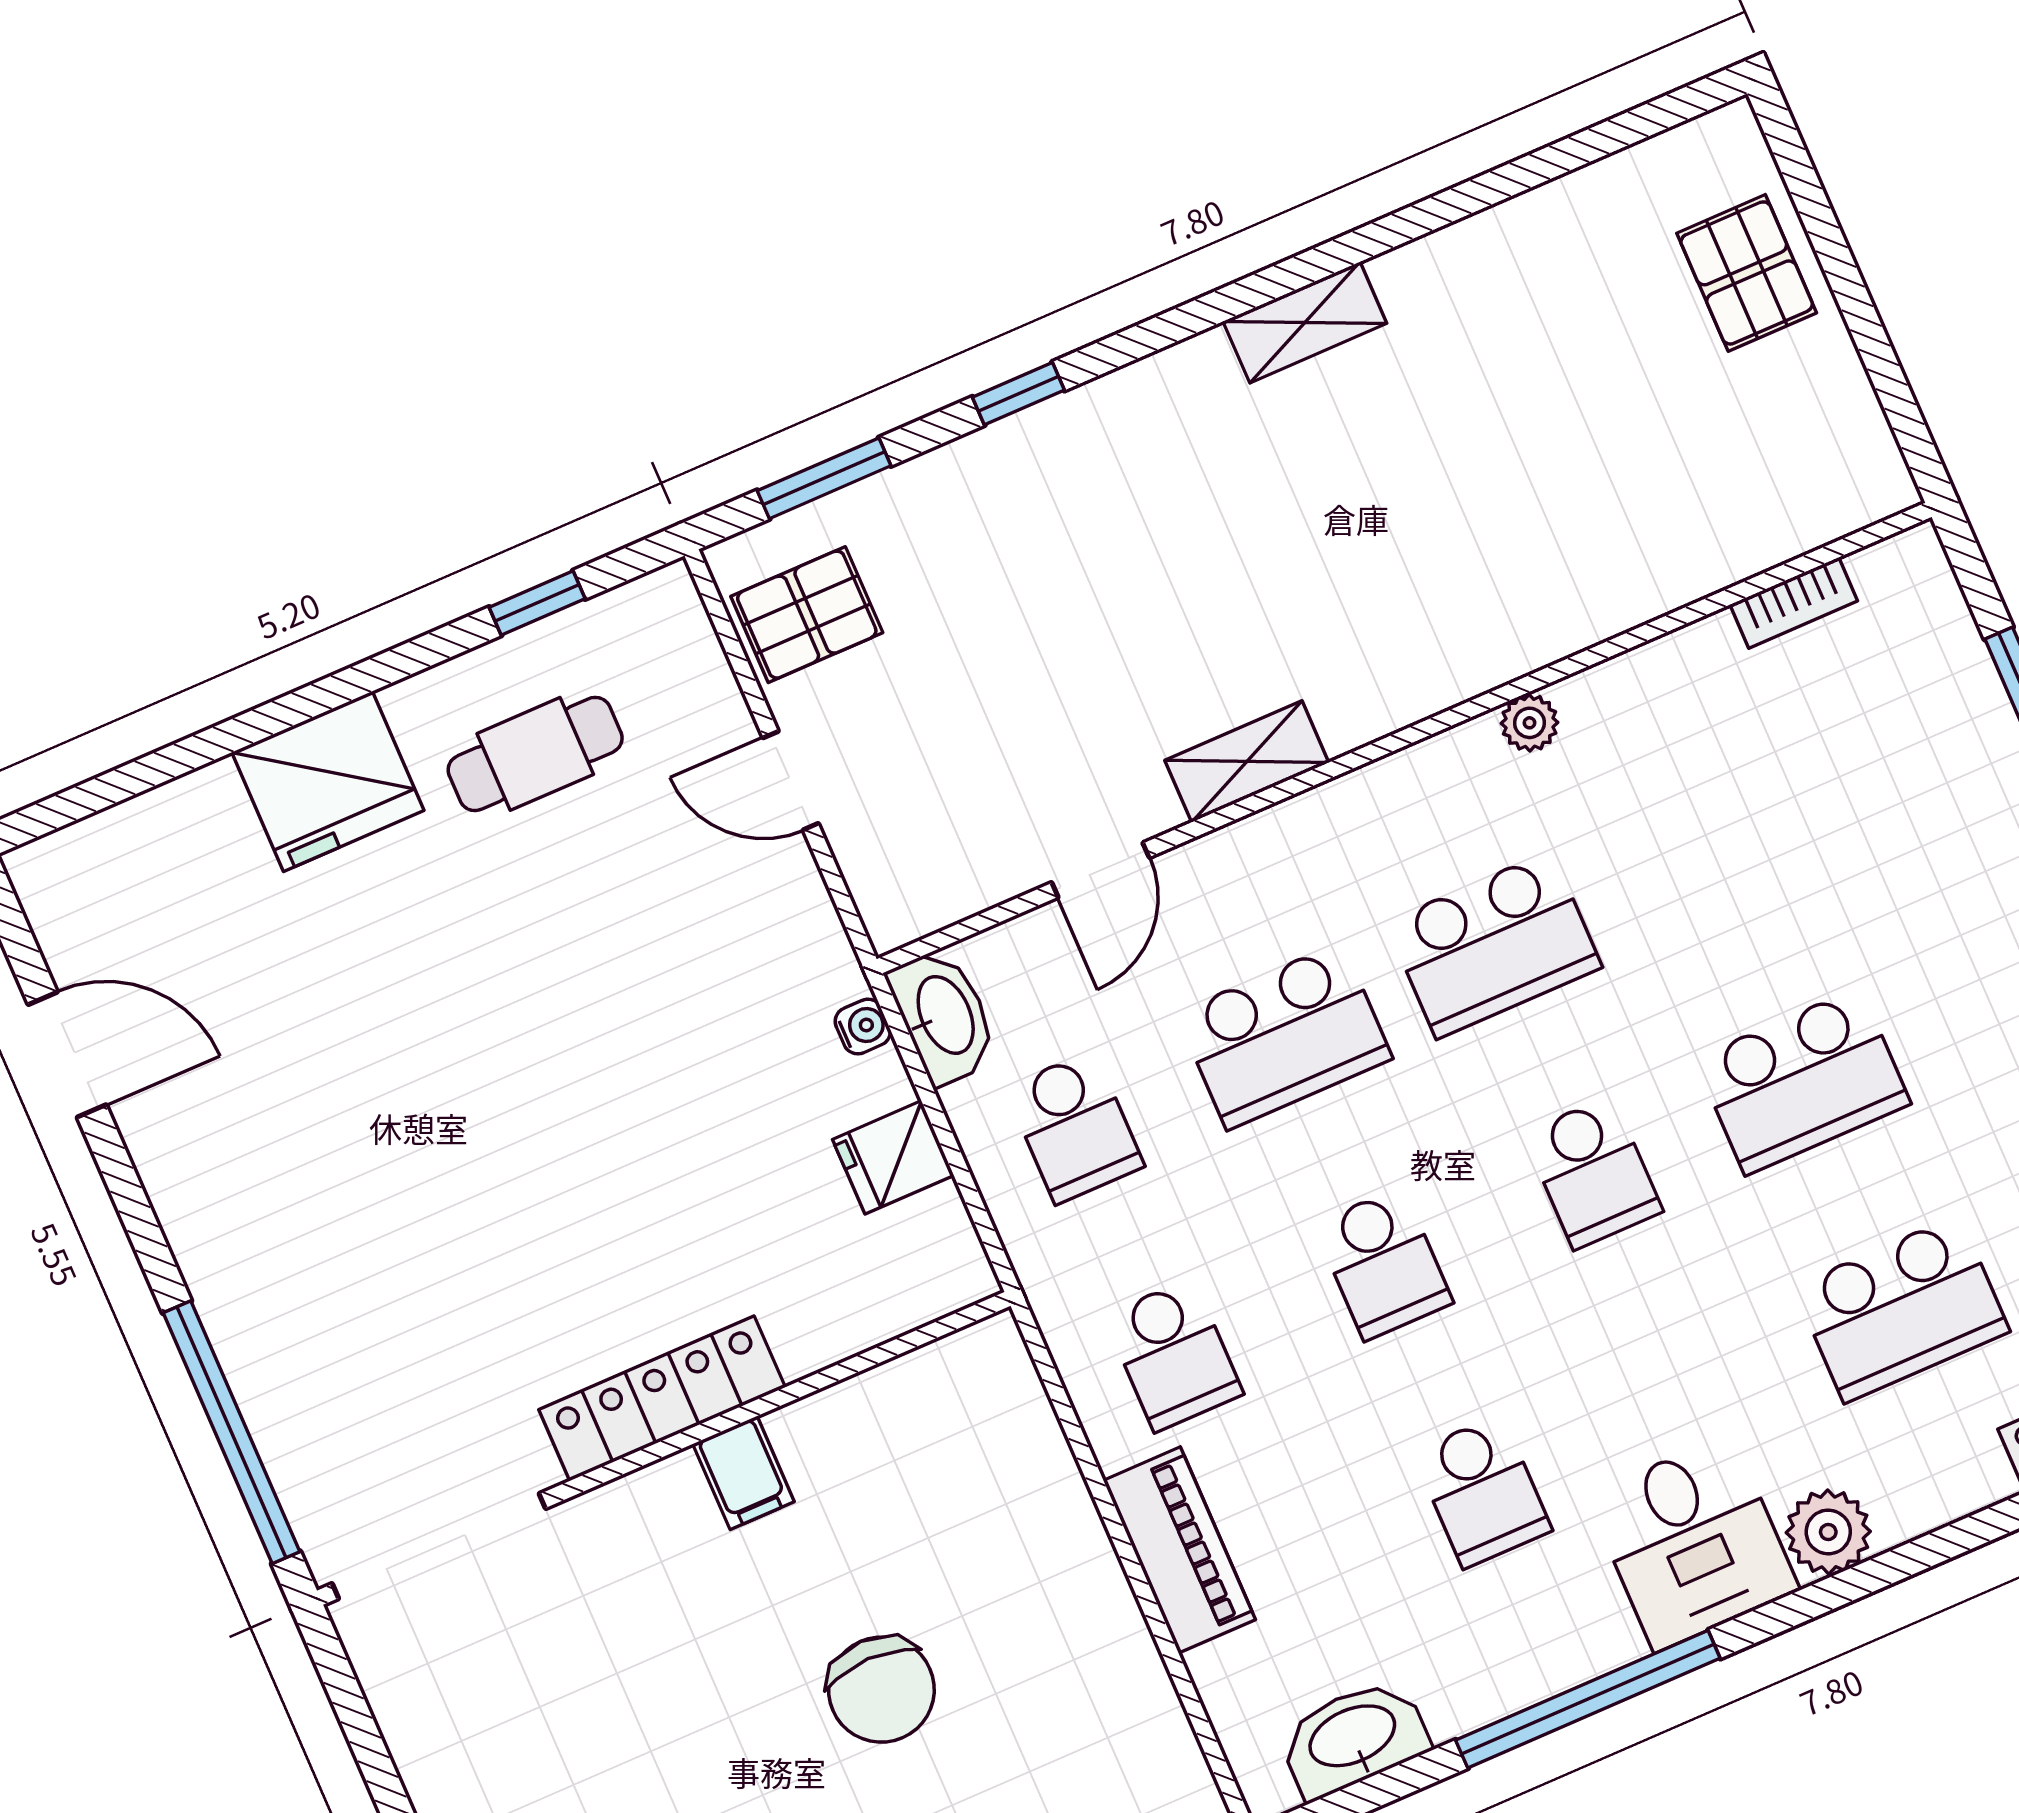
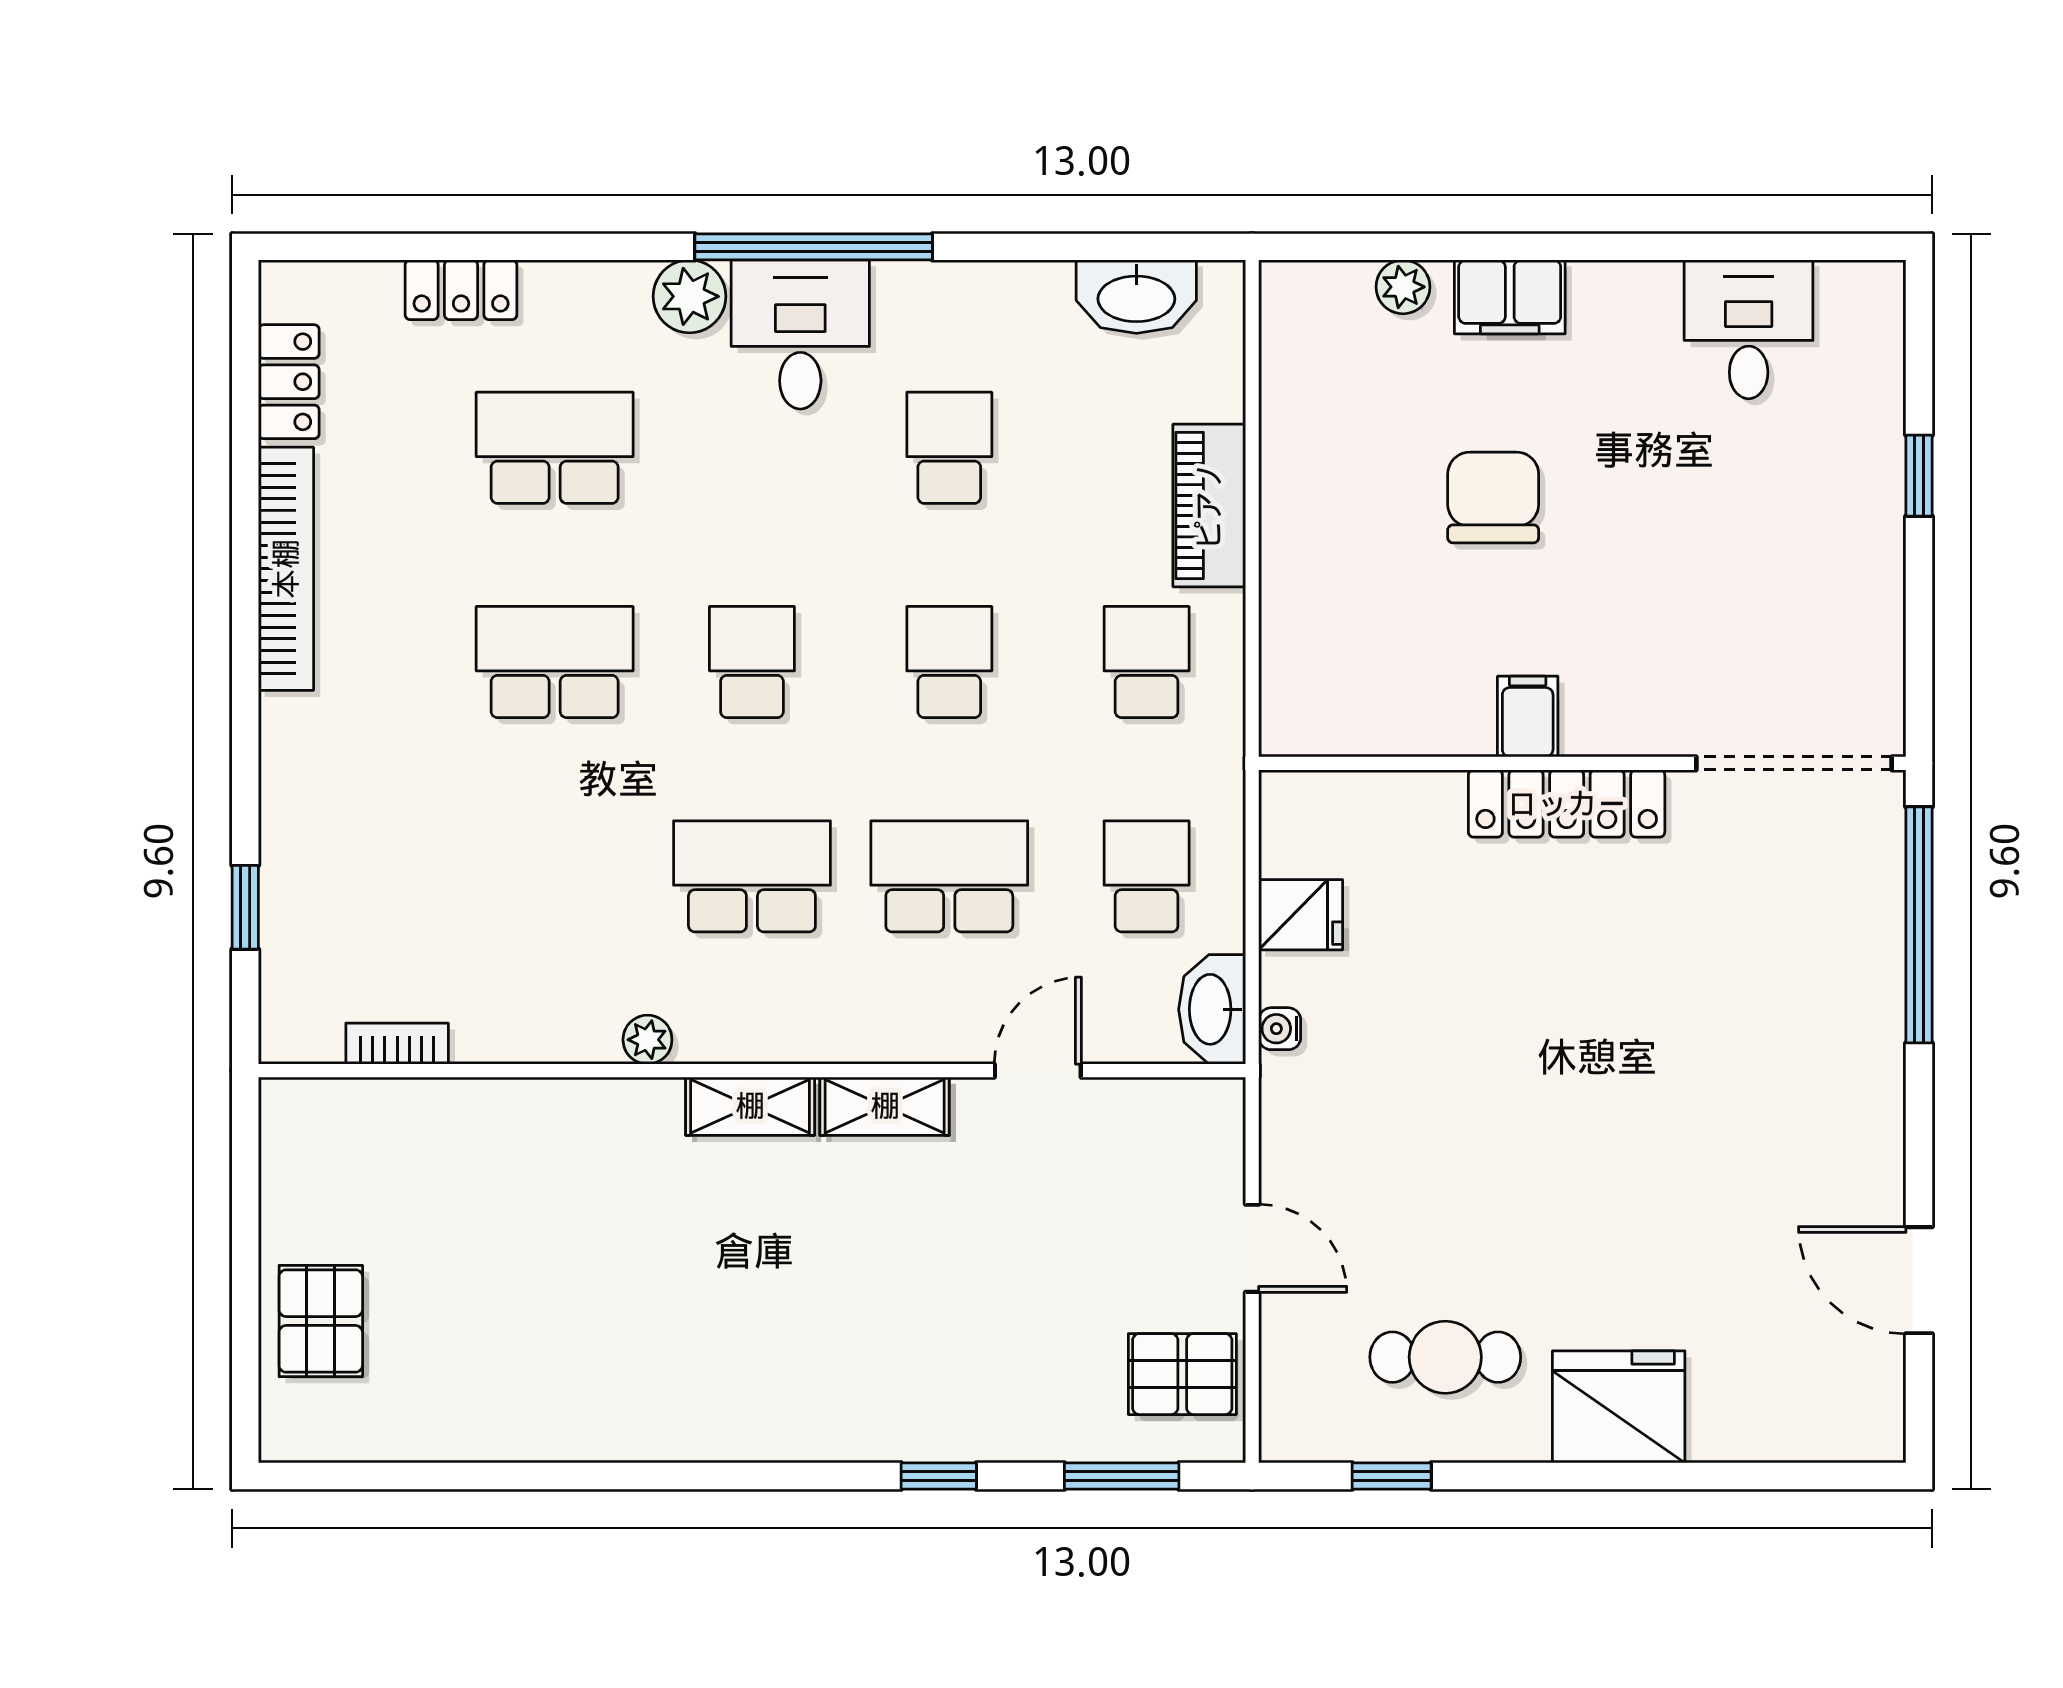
shelving: (1305, 322) -> (750, 1106), moved
window: (1588, 1699) -> (814, 247), moved

